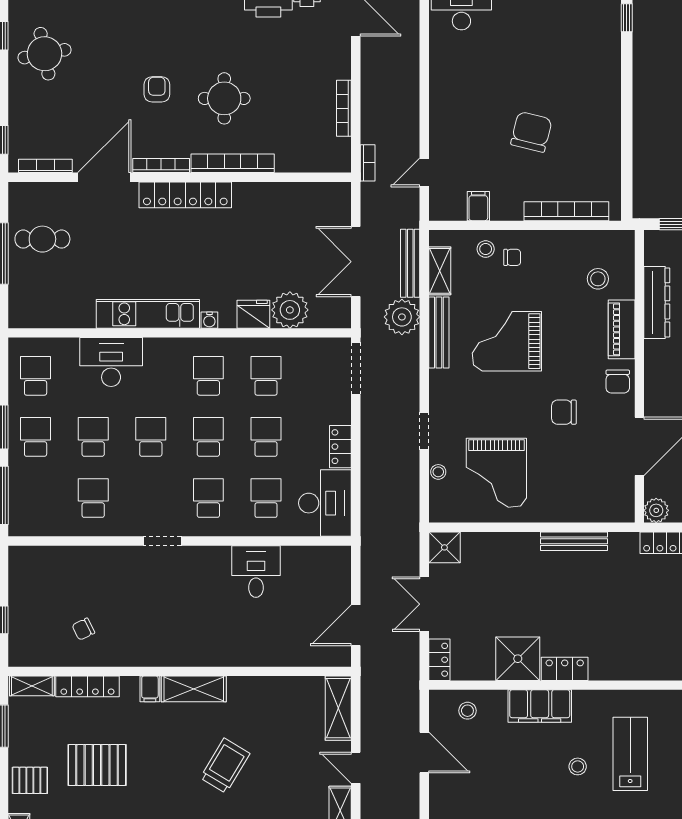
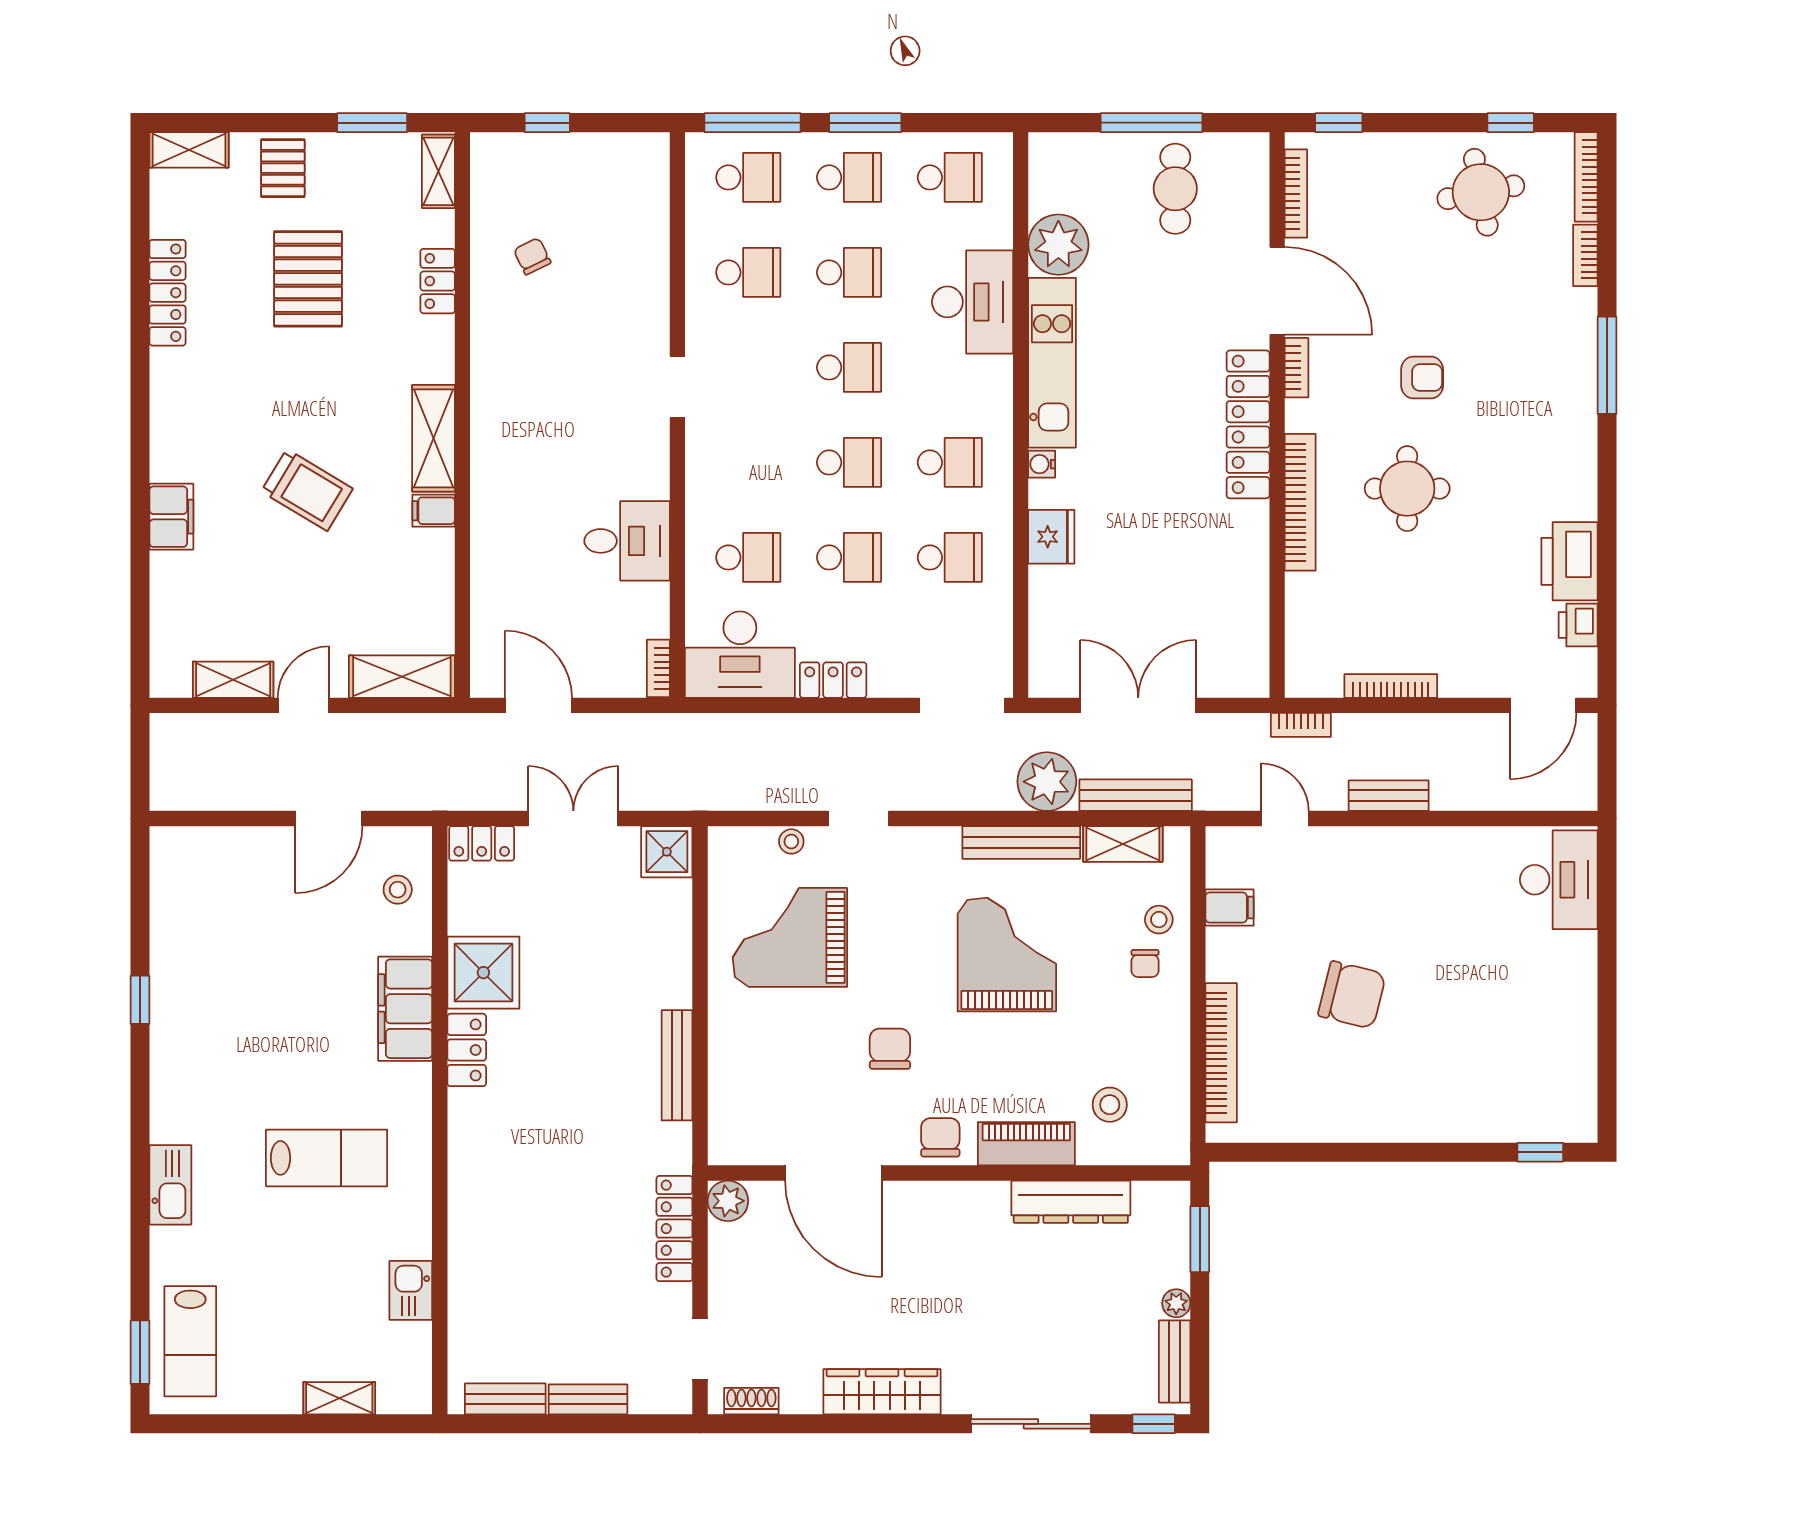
bench: (410, 110) -> (1389, 796), added
bookcase: (161, 166) -> (1296, 368), width x0.64
plant: (290, 310) -> (1058, 245), moved
chair: (618, 382) -> (940, 1137), turned 90
school desk: (208, 498) -> (748, 177), moved
bookcase: (333, 553) -> (658, 668), added
locker: (87, 686) -> (438, 281), width x0.66
filing cabinet: (150, 689) -> (434, 511), moved
stool: (578, 766) -> (306, 1071), removed

